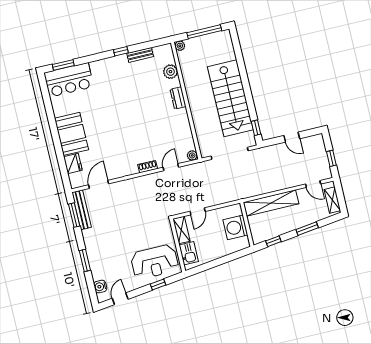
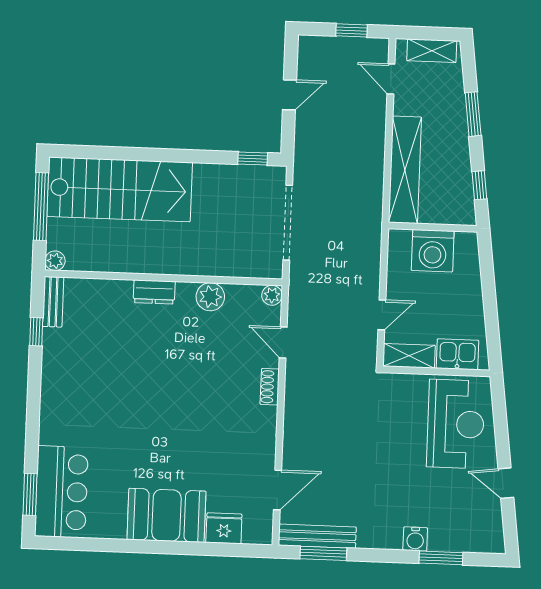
window: (121, 51) -> (36, 332), moved
bench: (140, 55) -> (53, 302), moved
plant: (170, 72) -> (210, 297), moved
stairs: (230, 98) -> (120, 189), moved
door: (99, 184) -> (277, 490), swing flipped
door: (313, 184) -> (391, 79), swing flipped
door: (198, 211) -> (382, 315), hinge flipped
window: (85, 260) -> (441, 558), moved
window: (158, 285) -> (501, 430), removed
water cooler: (100, 287) -> (415, 539), moved
door: (120, 299) -> (506, 483), moved

